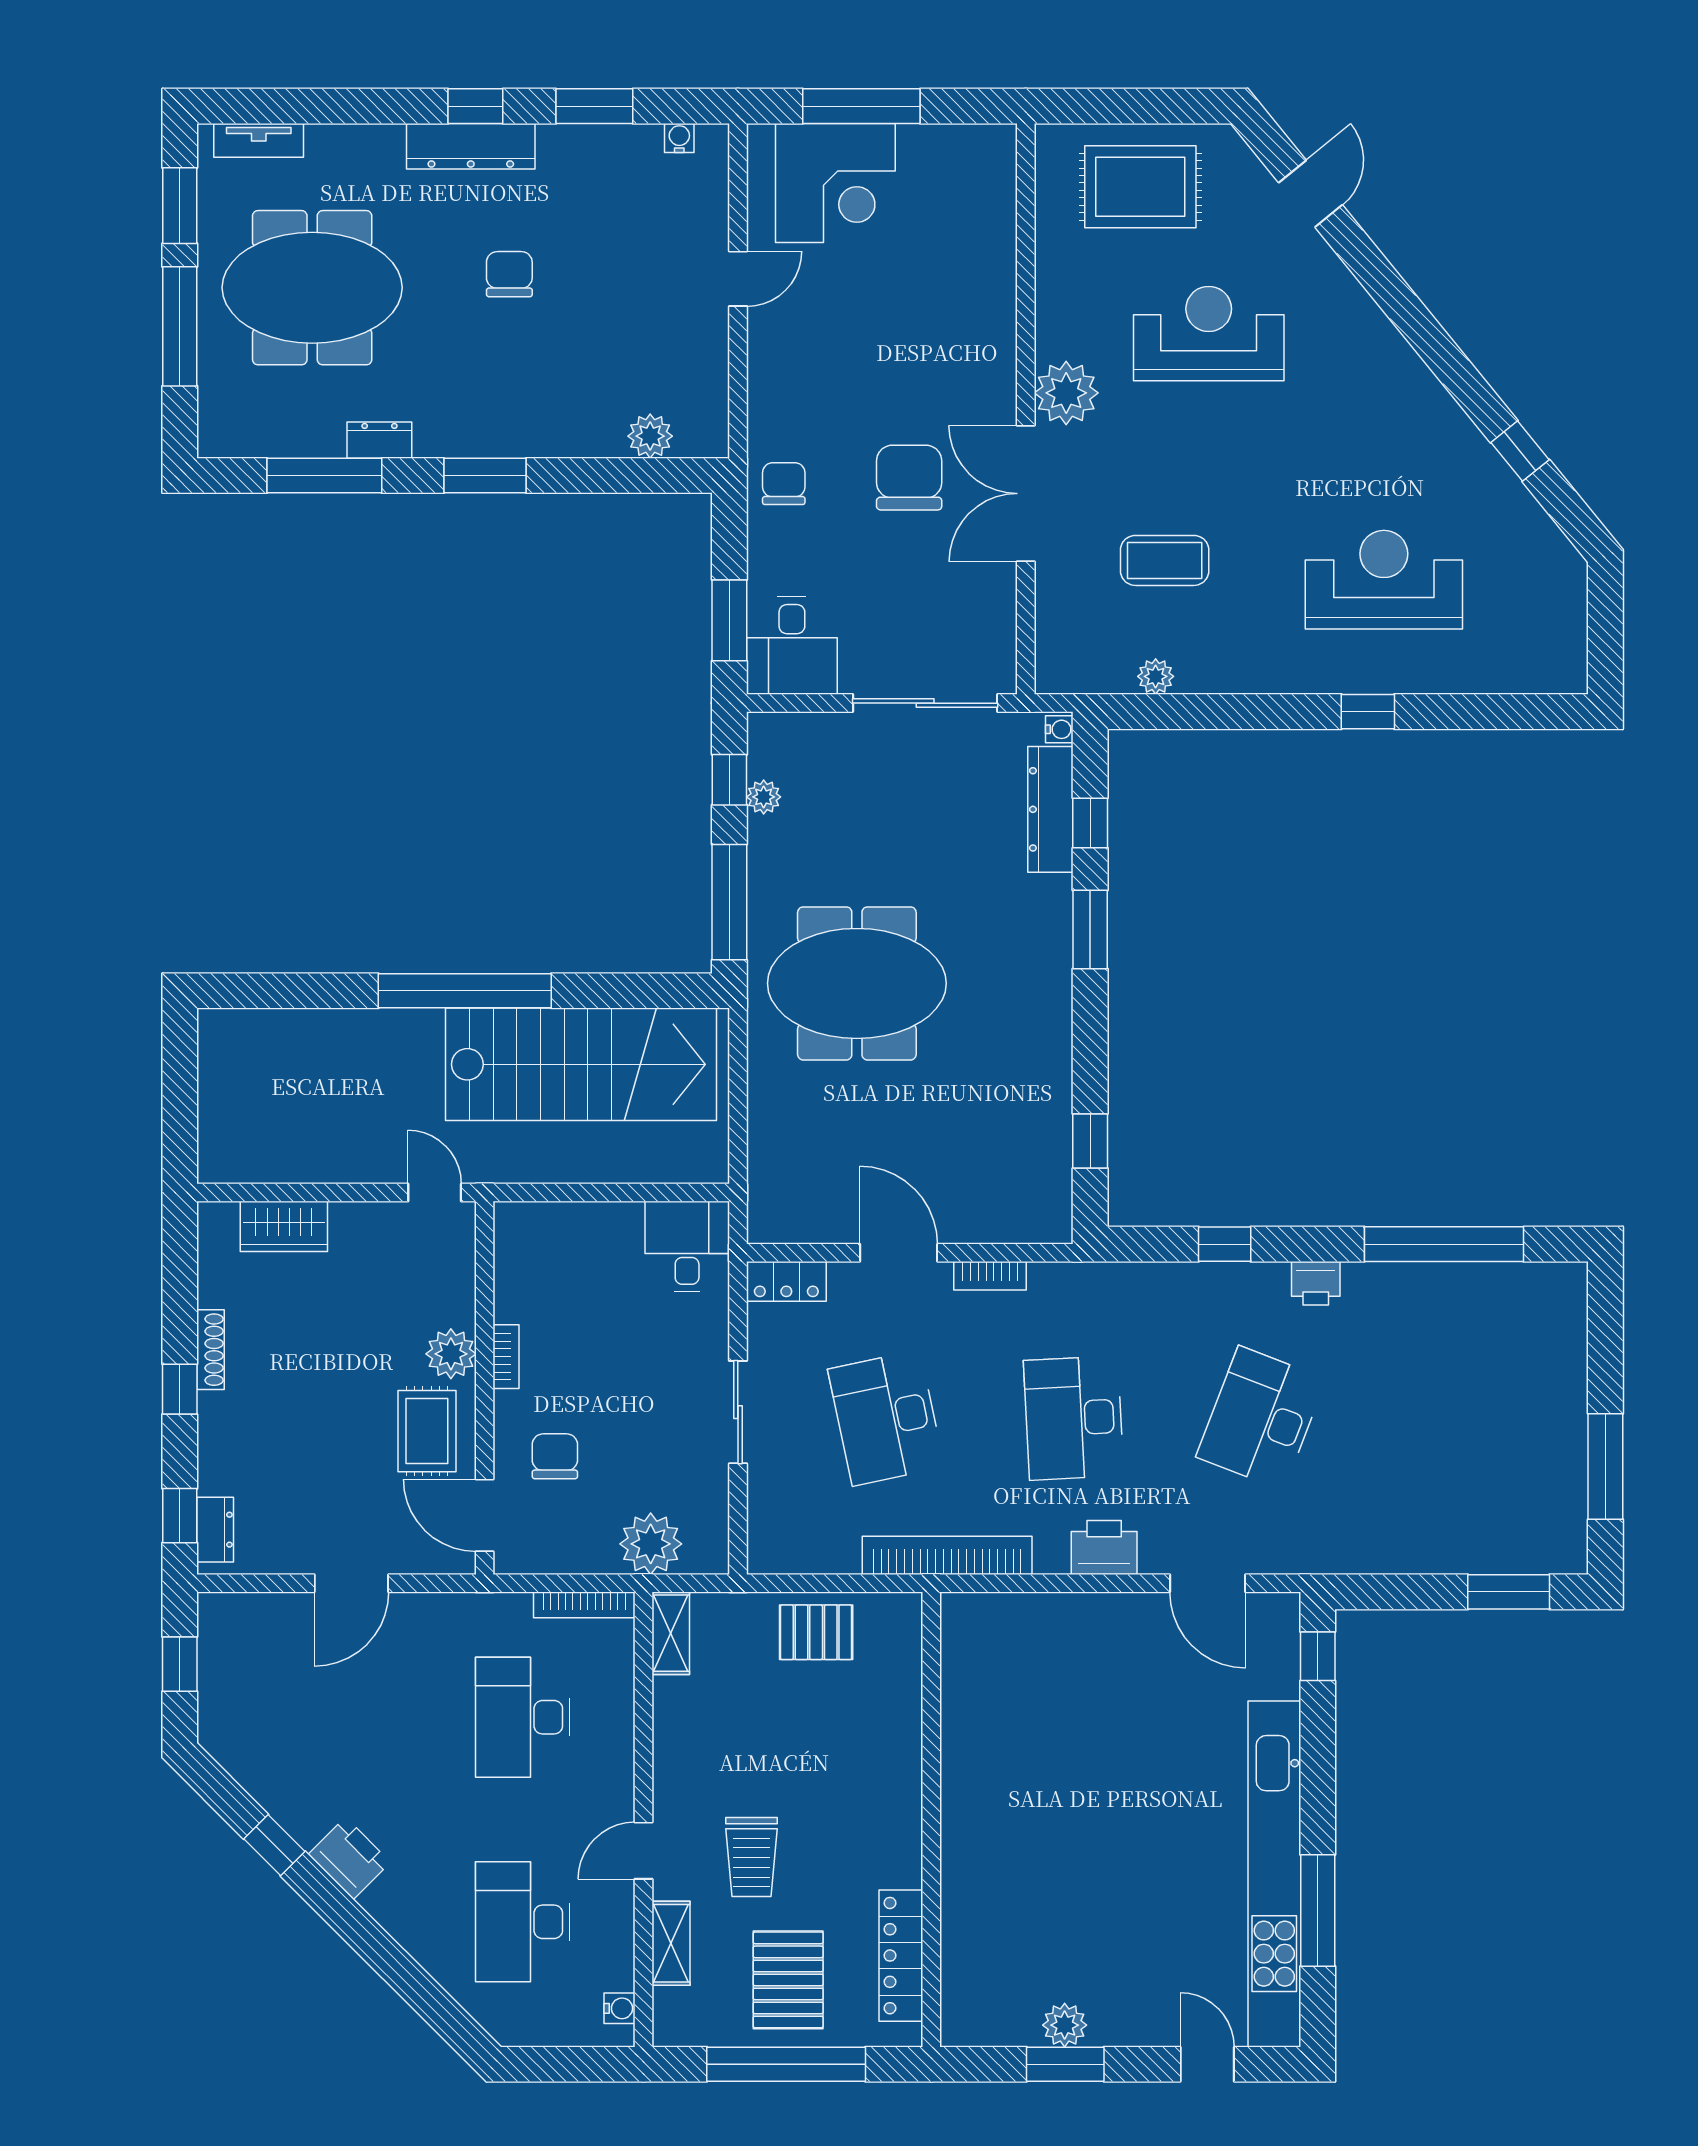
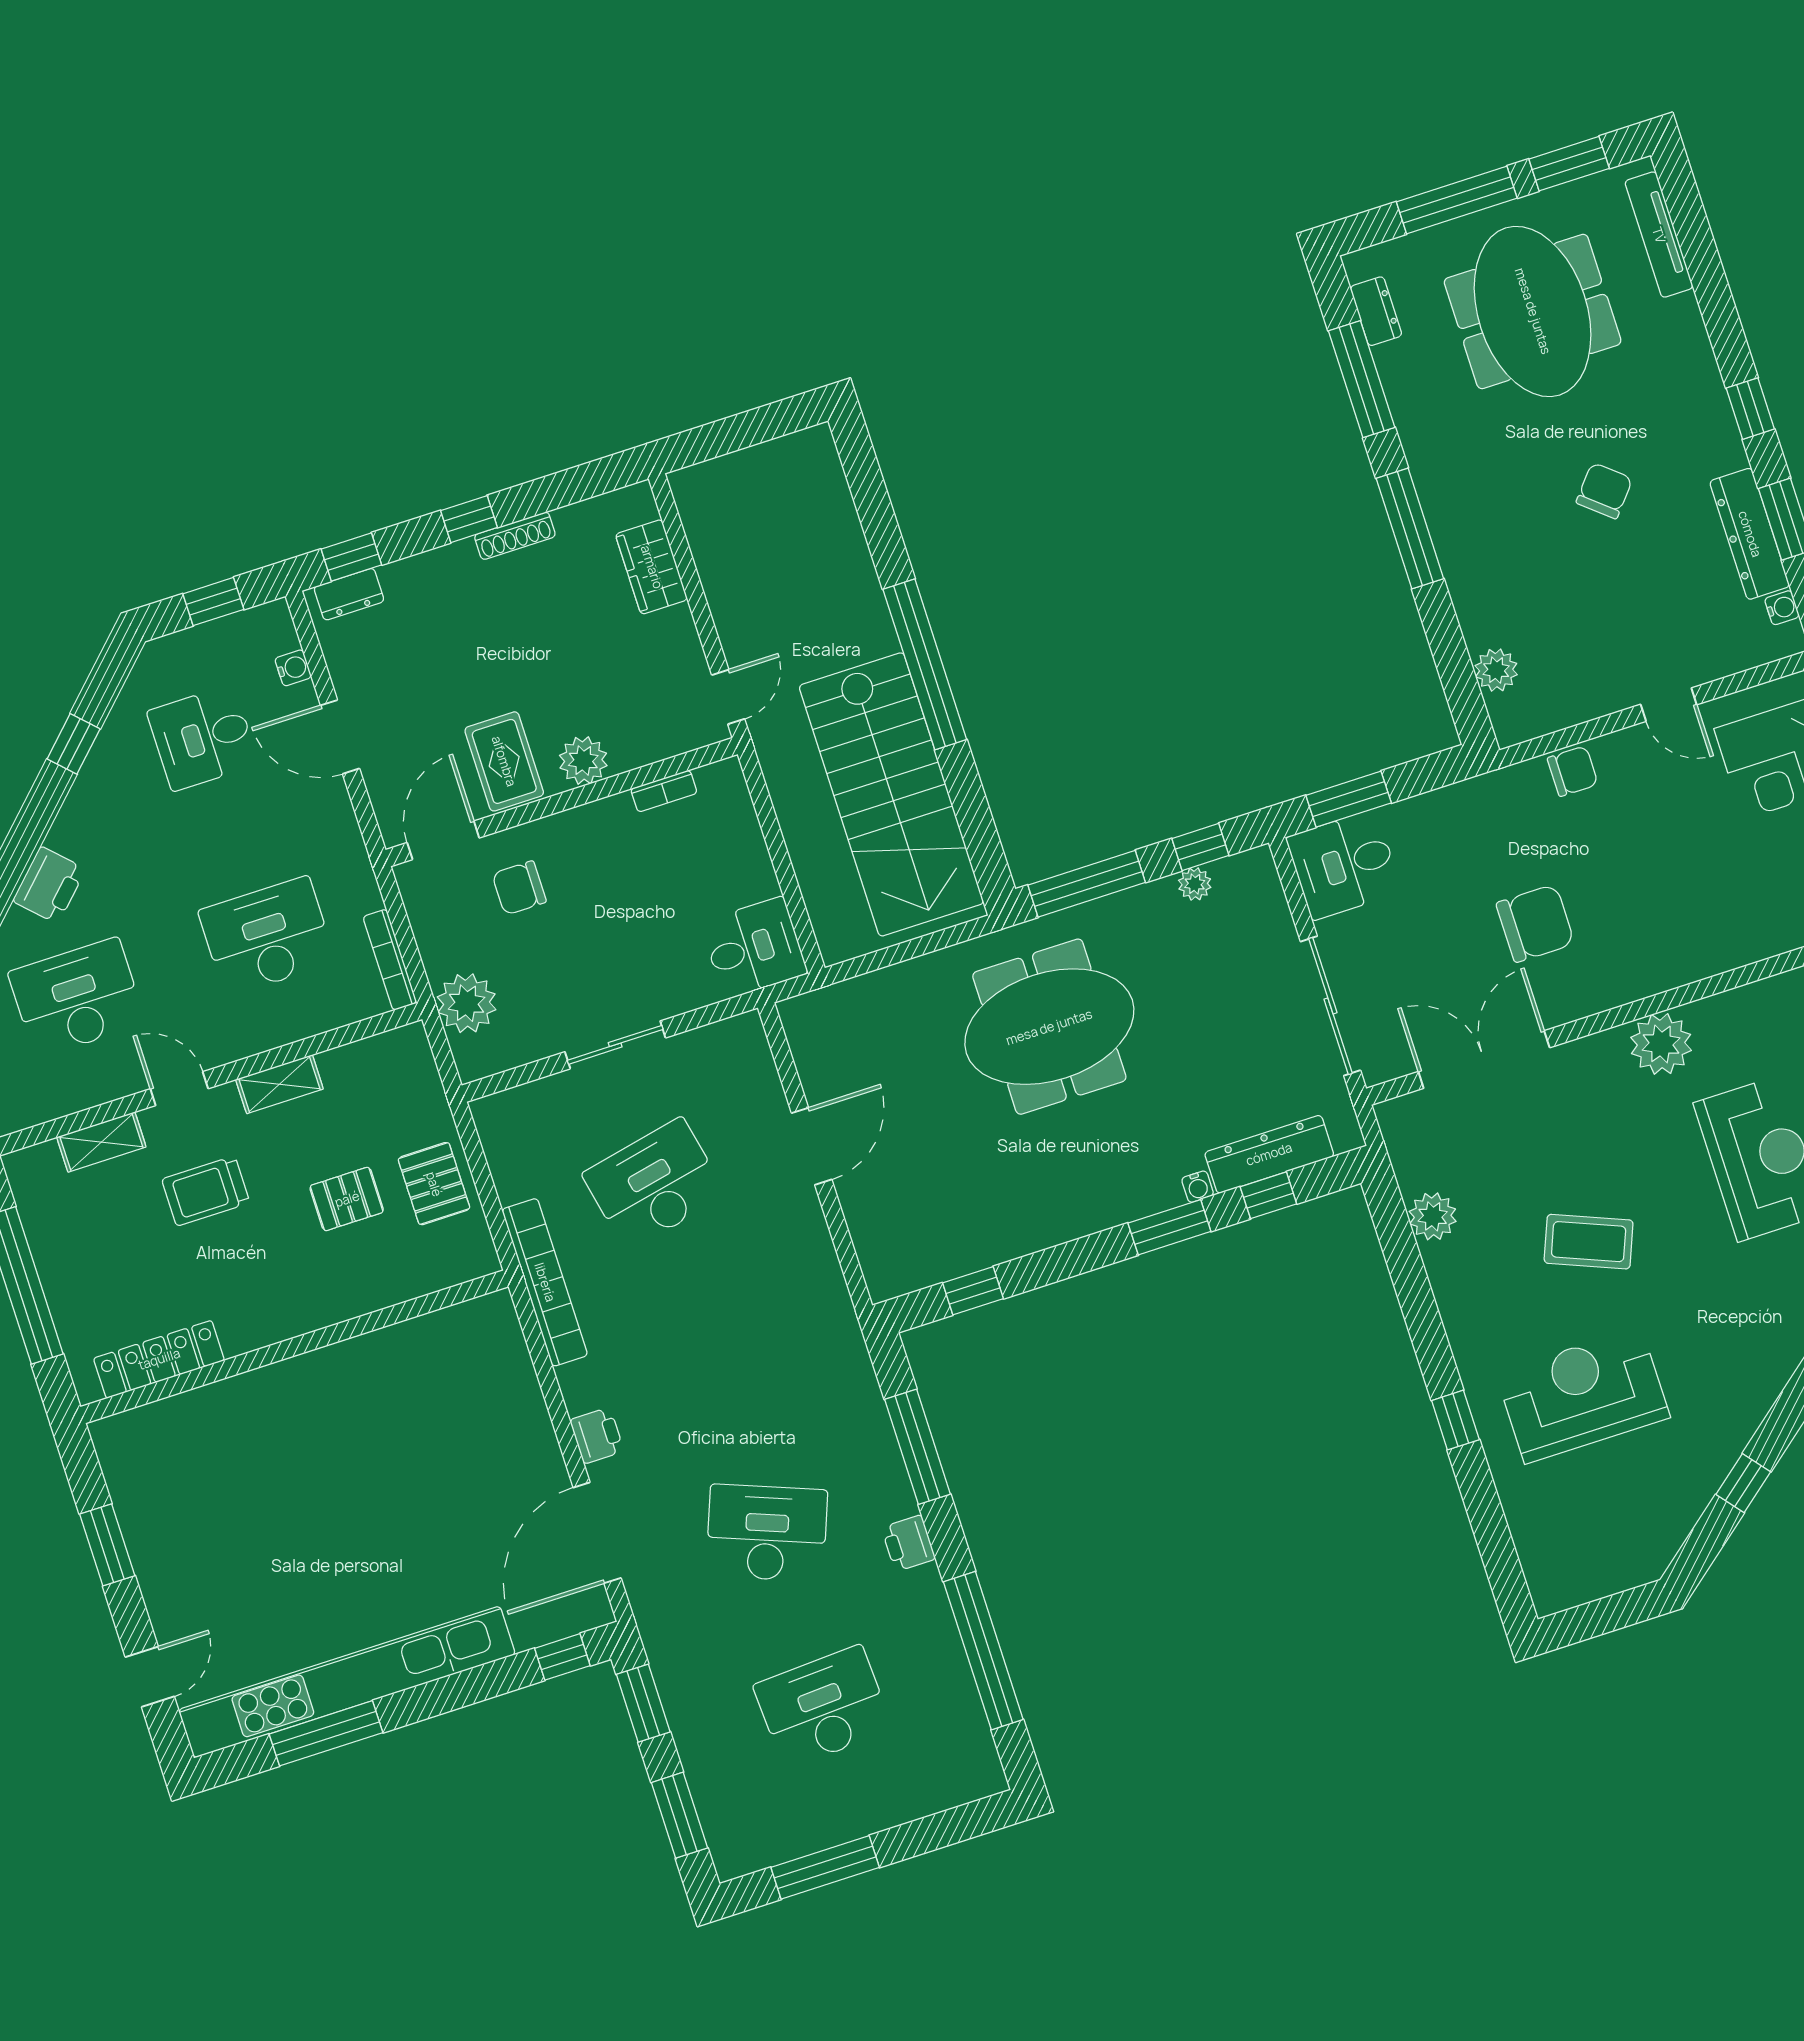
tv unit: (259, 140) -> (1659, 235), width x1.41
dresser: (471, 146) -> (1750, 534), moved
chair: (509, 274) -> (1604, 491), turned -50
dresser: (379, 440) -> (1376, 311), moved
window: (485, 475) -> (1410, 529), width x1.44
chair: (784, 484) -> (1573, 771), moved
double door: (1026, 494) -> (1484, 1060), moved
coffee table: (1165, 560) -> (1589, 1242), moved, turned -68
reception desk: (1384, 580) -> (1583, 1395), turned -90
plant: (1156, 676) -> (1433, 1216), width x1.38, depth x1.38
water cooler: (1059, 729) -> (1198, 1187), moved
meeting table: (857, 983) -> (1049, 1027), turned 90
window: (1225, 1244) -> (917, 1447), width x2.17
bookcase: (990, 1276) -> (818, 1238), removed
locker: (786, 1281) -> (751, 1050), removed
bookcase: (506, 1357) -> (664, 791), moved
desk: (1074, 1418) -> (823, 1707), moved
rug: (427, 1431) -> (504, 761), turned 90
chair: (555, 1456) -> (519, 888), turned 180
printer: (1104, 1548) -> (597, 1436), width x0.73, depth x0.81
door: (1208, 1583) -> (597, 1533), width x1.36
window: (1388, 1592) -> (643, 1703), added
shelving: (671, 1633) -> (279, 1084), moved
desk: (309, 1717) -> (203, 738), added
printer: (349, 1858) -> (49, 885), moved
pallet: (788, 1980) -> (347, 1199), moved, width x0.67, depth x0.71
water cooler: (620, 2008) -> (293, 668), moved, turned -90
plant: (1065, 2025) -> (144, 1532), removed

